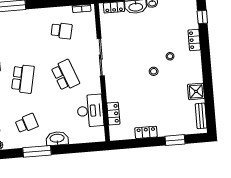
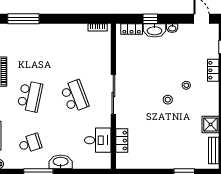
school desk: (62, 31) -> (75, 49), removed
sliding door: (101, 57) -> (113, 94), moved
desk: (90, 111) -> (98, 140), width x0.73
locker: (146, 132) -> (155, 163), removed

